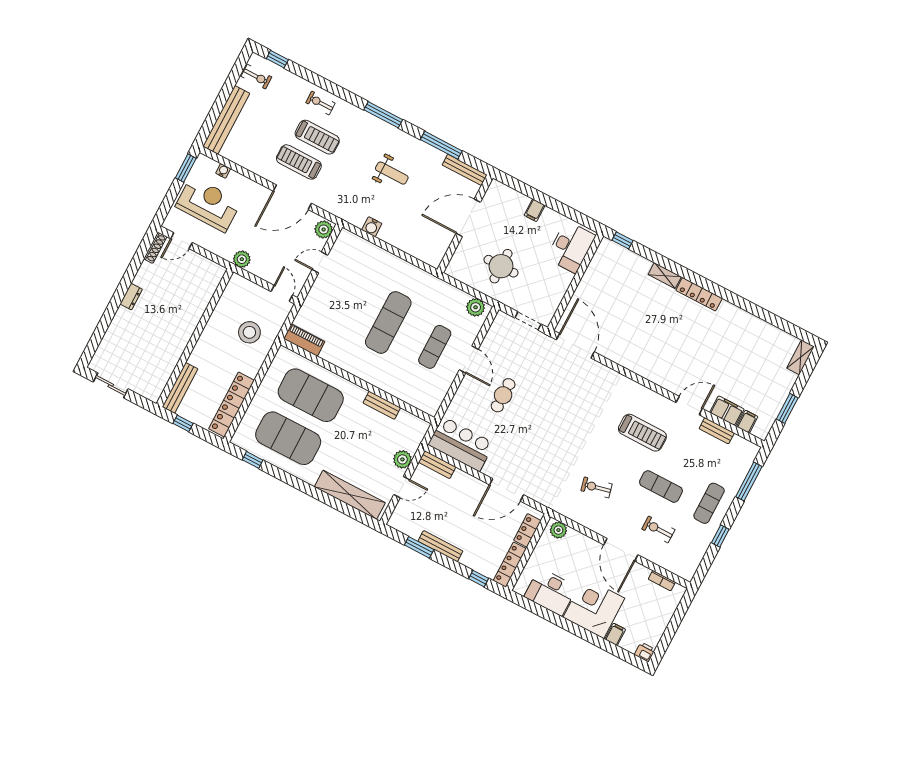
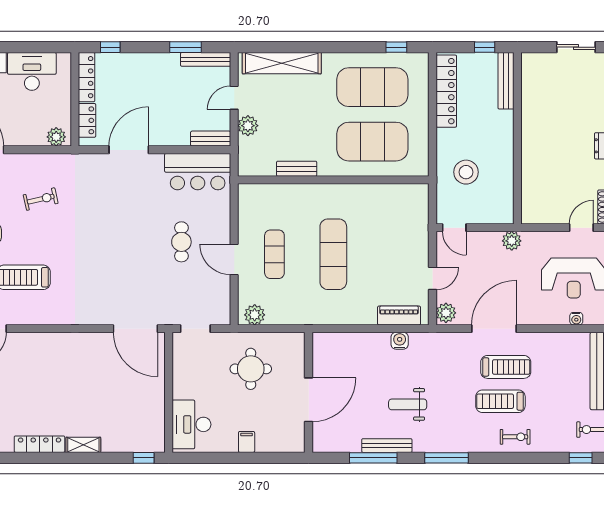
bench: (465, 170) -> (387, 446), moved
piano: (304, 340) -> (399, 316), moved, turned 180
bench: (440, 546) -> (206, 59), moved

